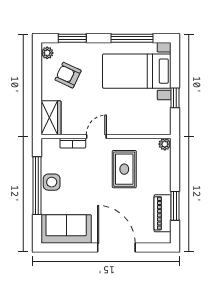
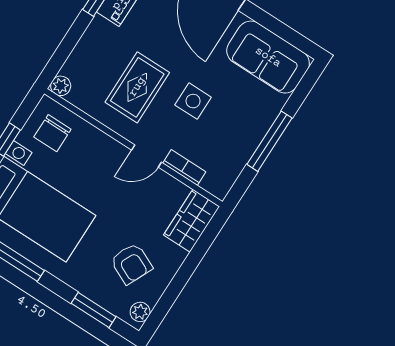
chair: (153, 117) -> (52, 133), added
side table: (52, 182) -> (193, 101), moved
window: (37, 186) -> (270, 141), width x0.68

